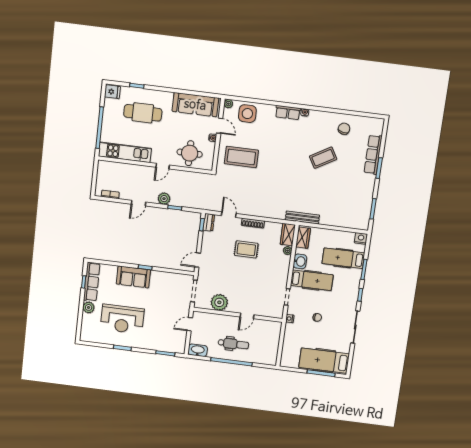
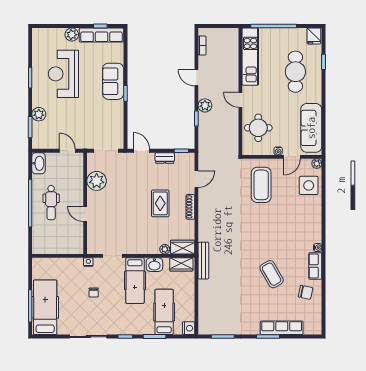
row of seats: (288, 113) -> (315, 266), moved
dresser: (209, 222) -> (165, 158), moved
plant: (155, 345) -> (39, 114), added

